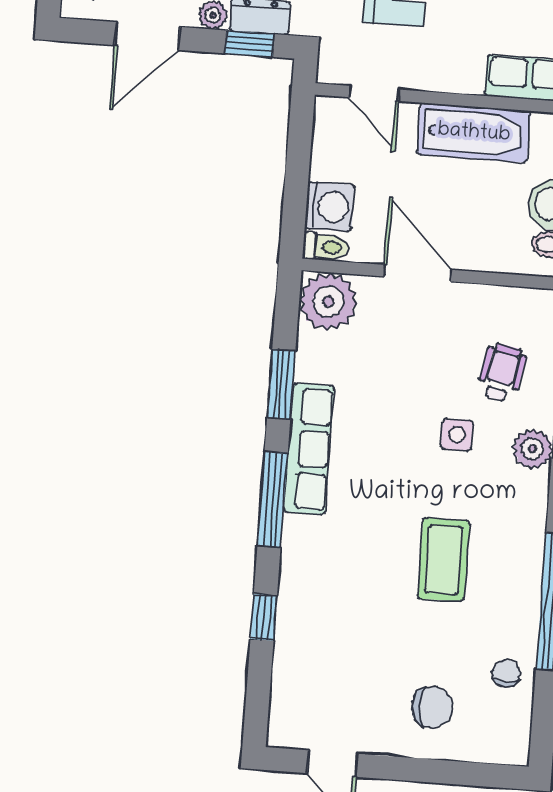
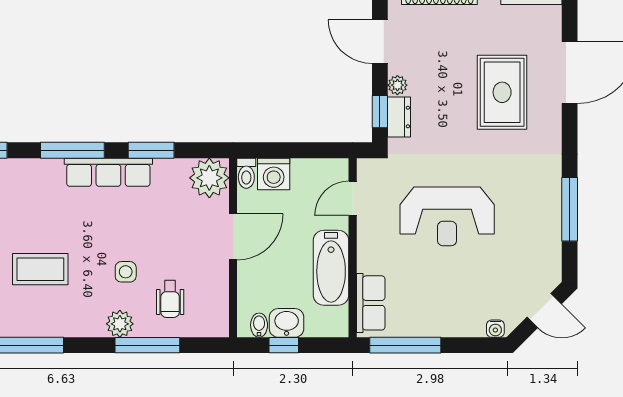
wheelchair: (502, 372) -> (170, 299), turned 79

